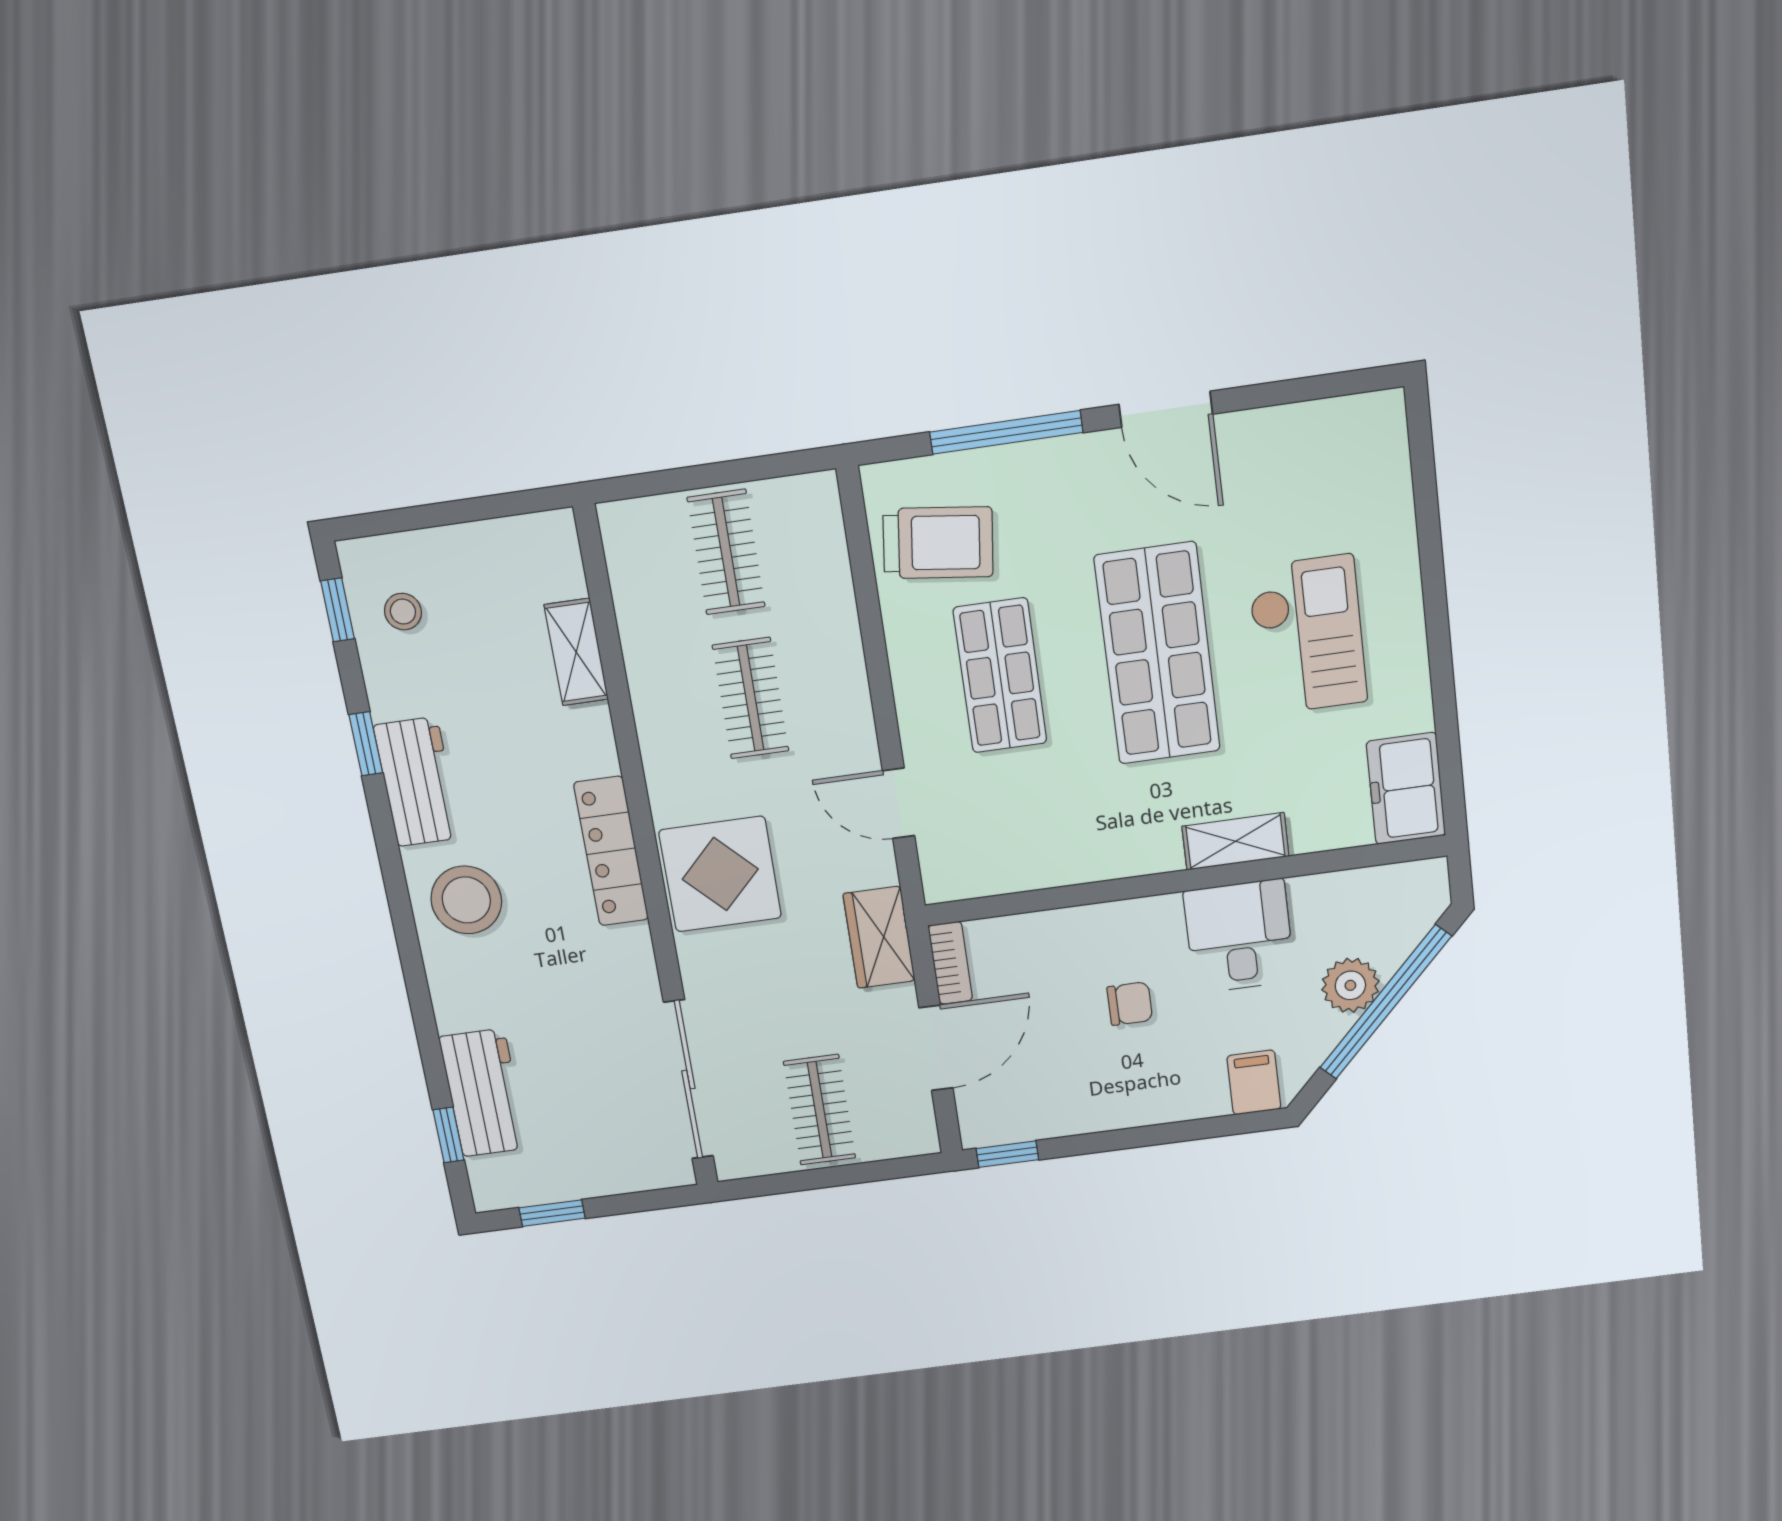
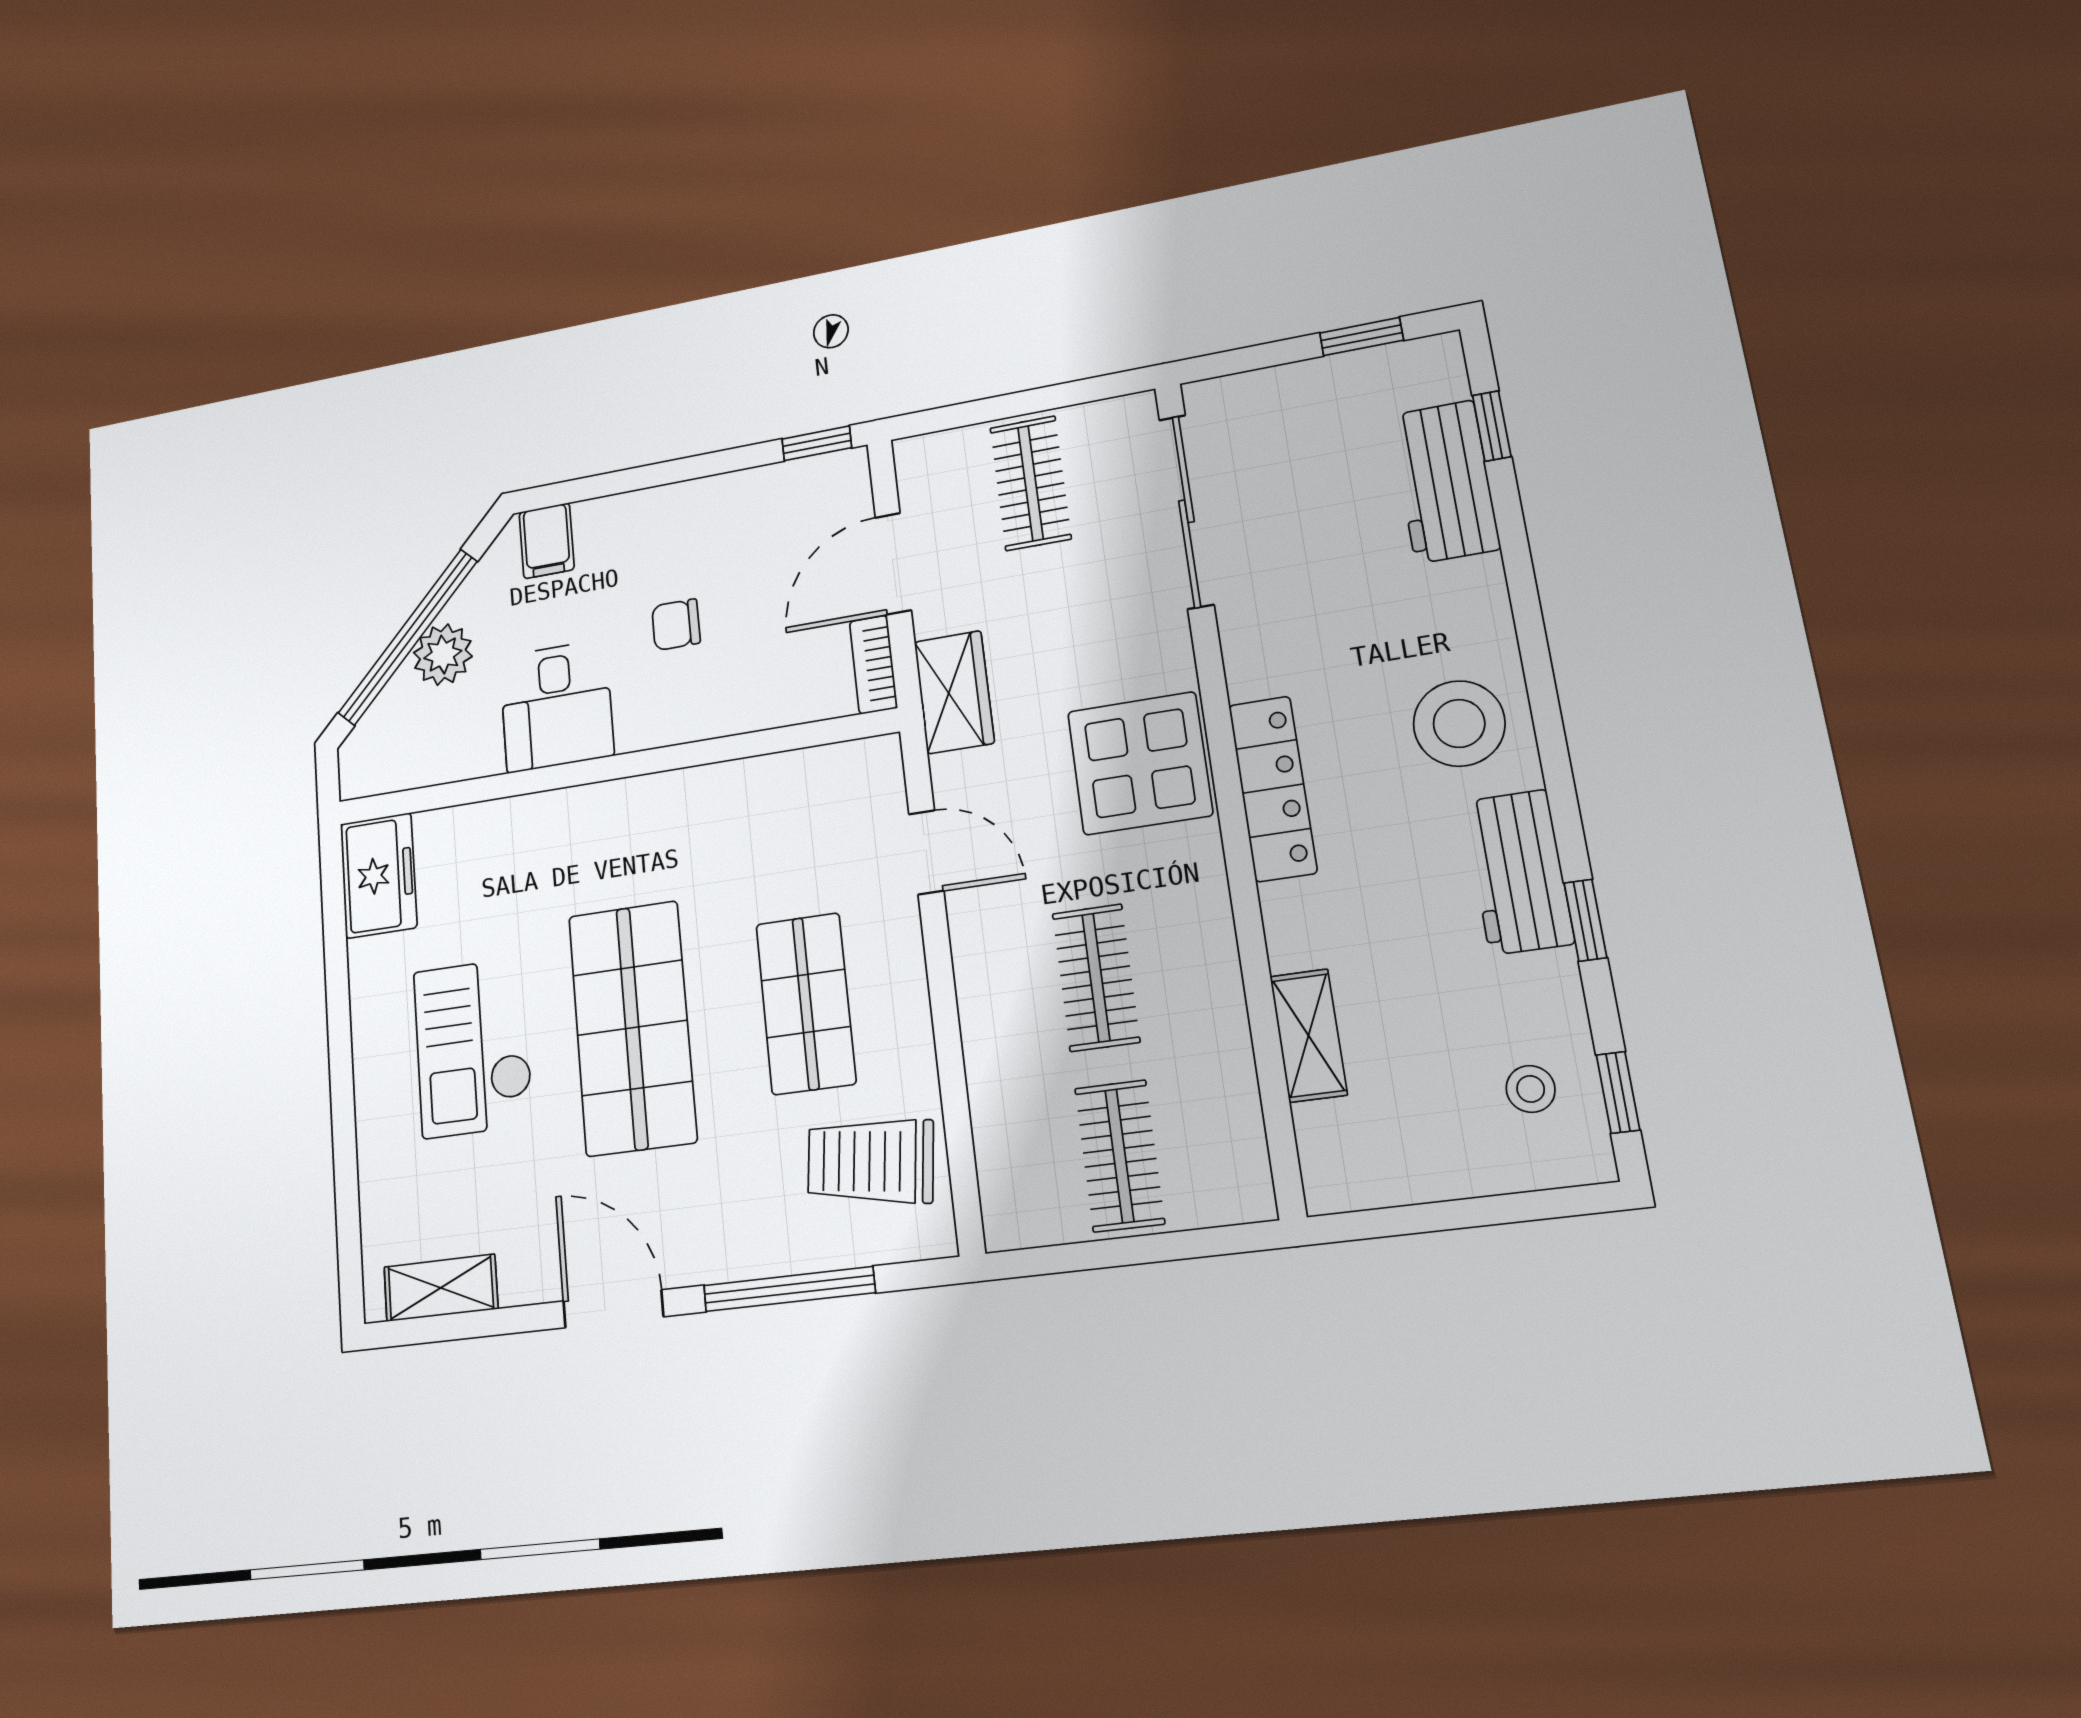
shelving: (1235, 841) -> (441, 1288), moved

